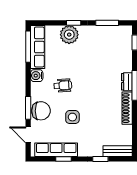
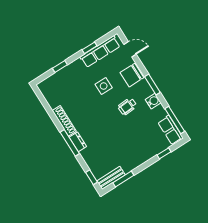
window: (74, 23) -> (164, 153), moved
plant: (69, 35) -> (148, 150), removed
row of seats: (38, 47) -> (171, 130), width x0.68
window: (28, 108) -> (152, 85), moved
bench: (118, 151) -> (111, 178), moved

